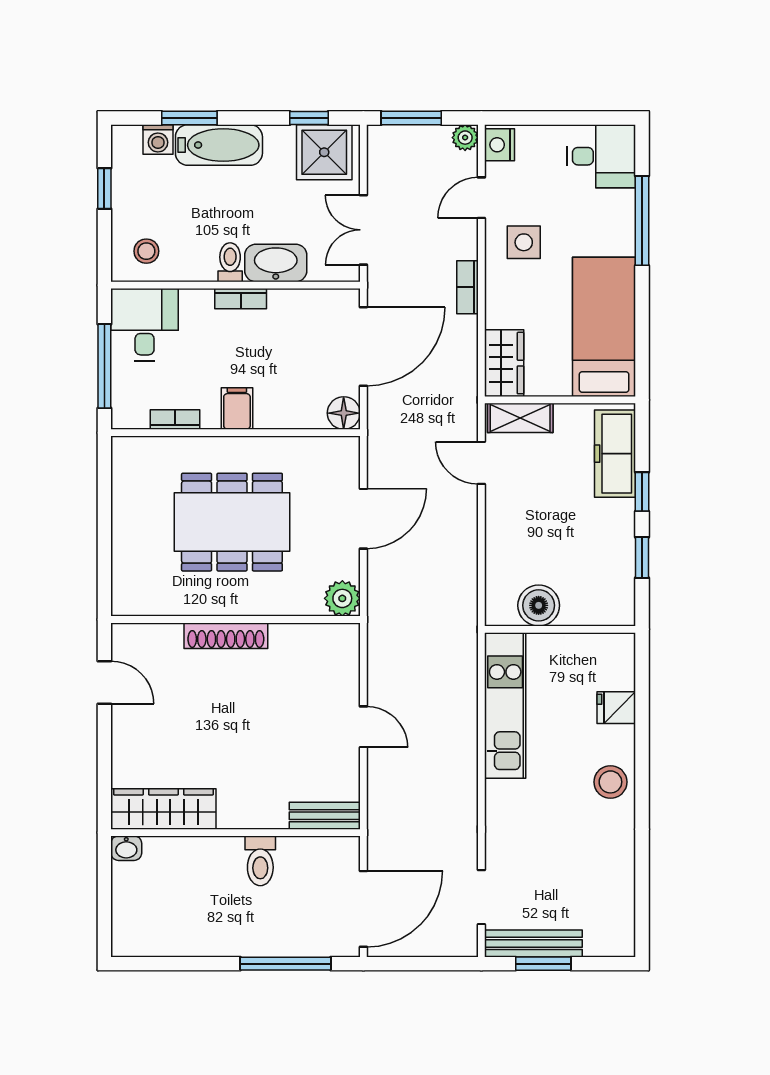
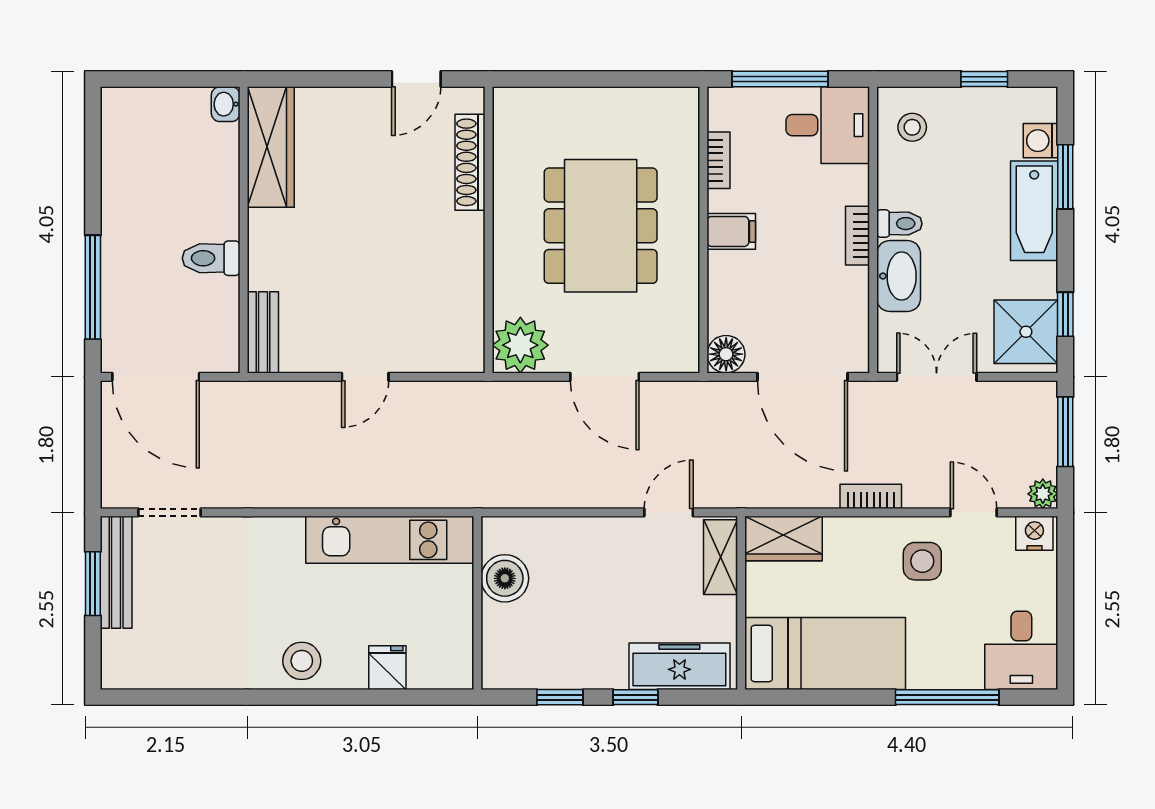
plant: (342, 598) -> (520, 345), width x1.36, depth x1.36
shoe rack: (226, 636) -> (470, 162), moved

